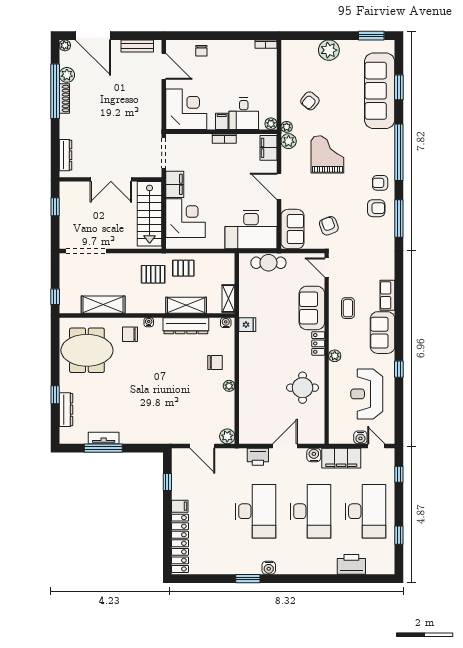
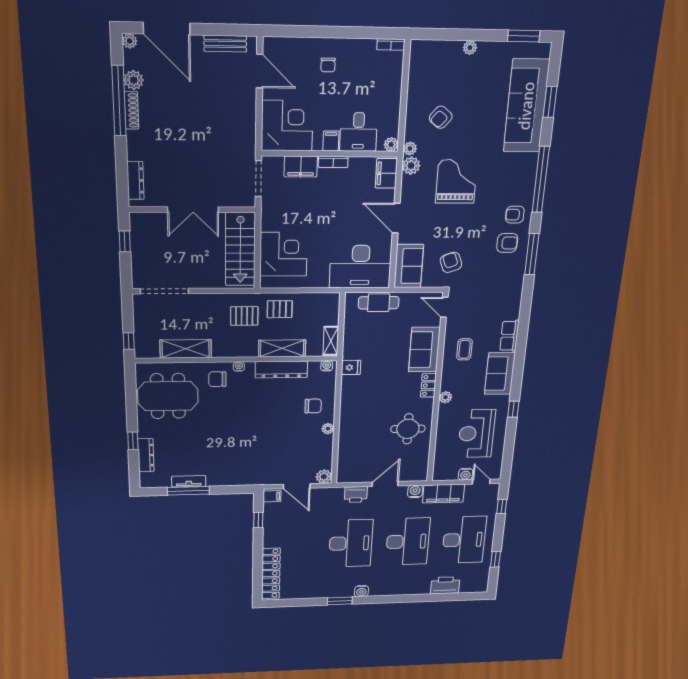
plant: (329, 50) -> (470, 48), width x0.53, depth x0.53
chair: (201, 51) -> (328, 65), moved
filing cabinet: (175, 184) -> (301, 167), moved, turned 90
filing cabinet: (180, 506) -> (272, 496), moved

